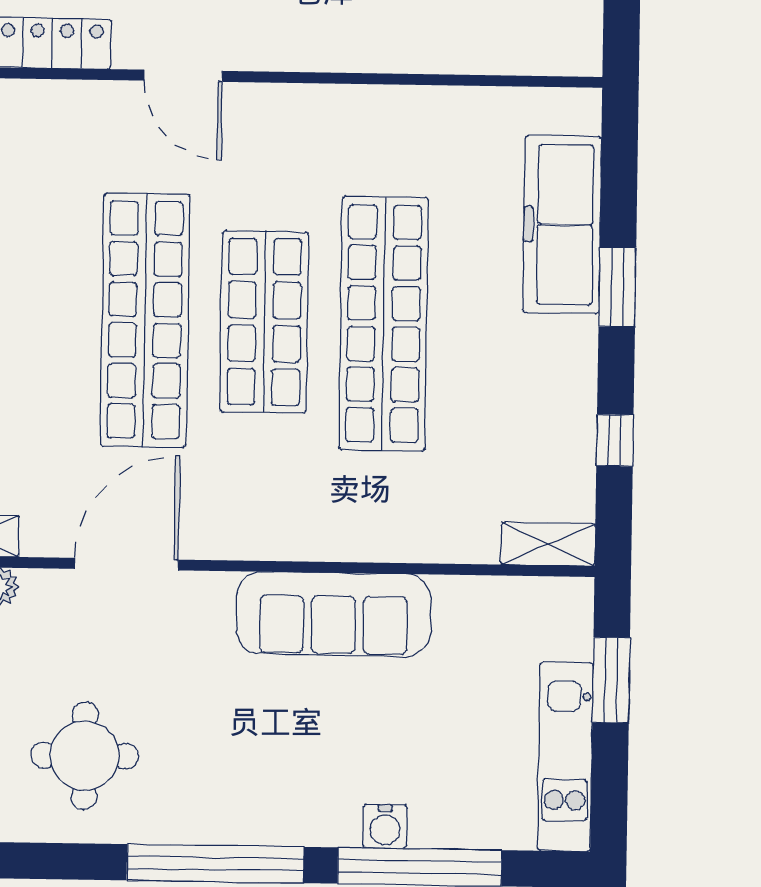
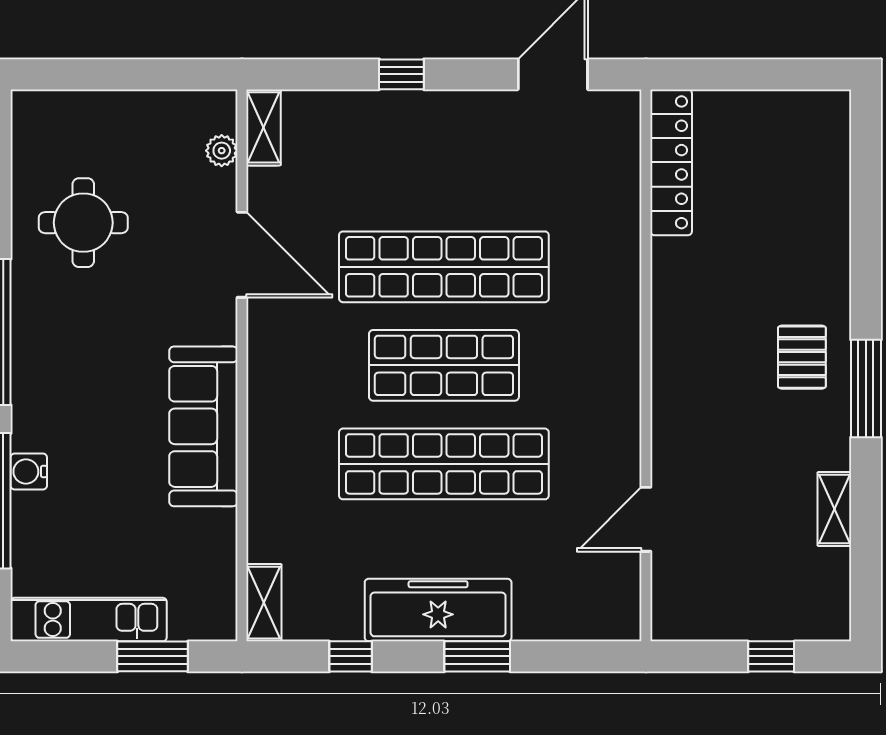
door: (183, 76) -> (646, 519), moved
freezer: (562, 225) -> (438, 610), moved

